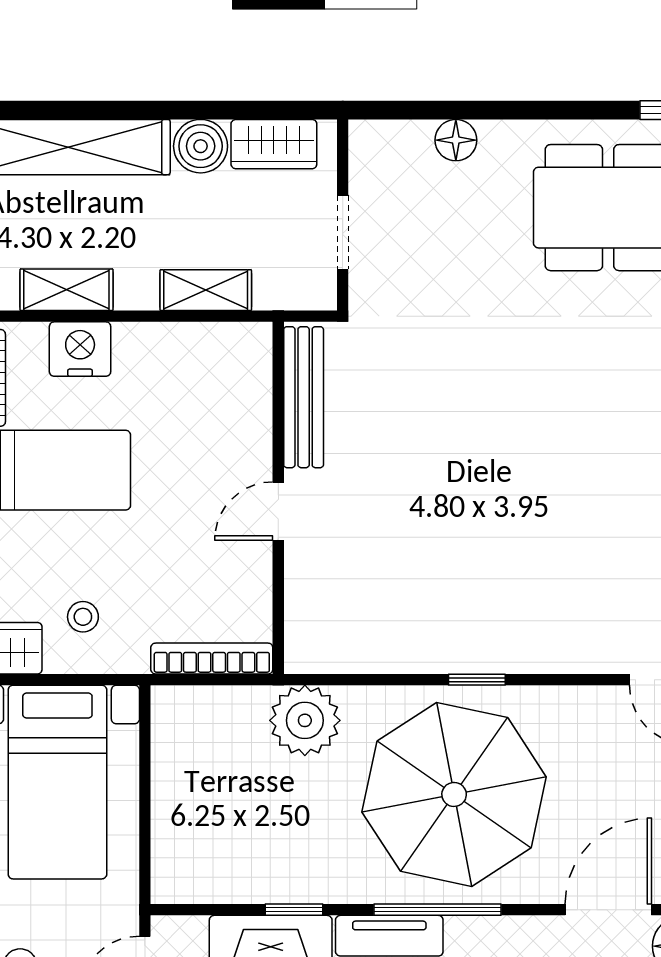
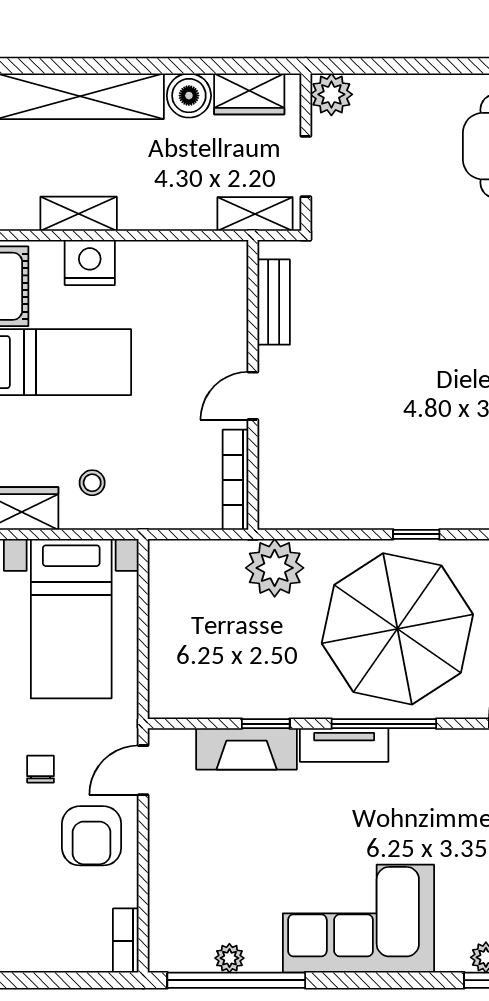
floor lamp: (456, 140) -> (399, 91), removed
plant: (374, 145) -> (331, 94), added
shelving: (206, 290) -> (255, 214), moved
bench: (304, 397) -> (274, 302), width x0.73
bookcase: (212, 659) -> (235, 480), moved, turned -90

